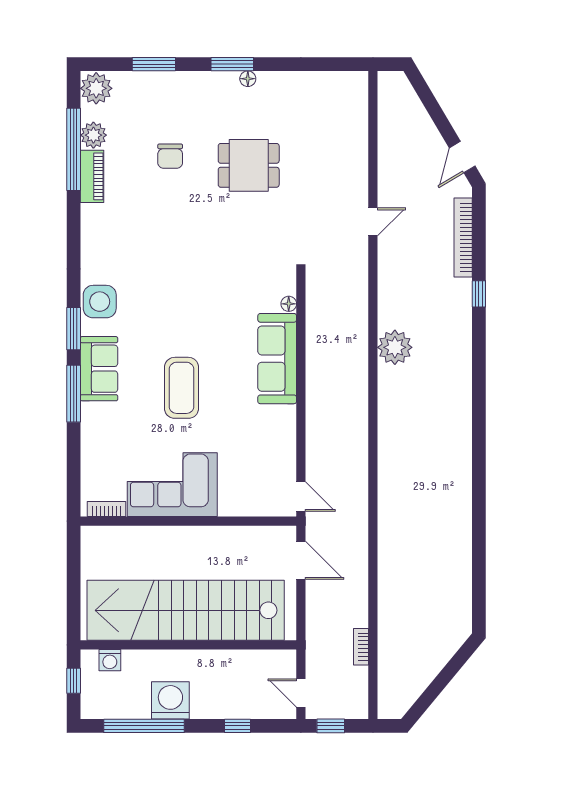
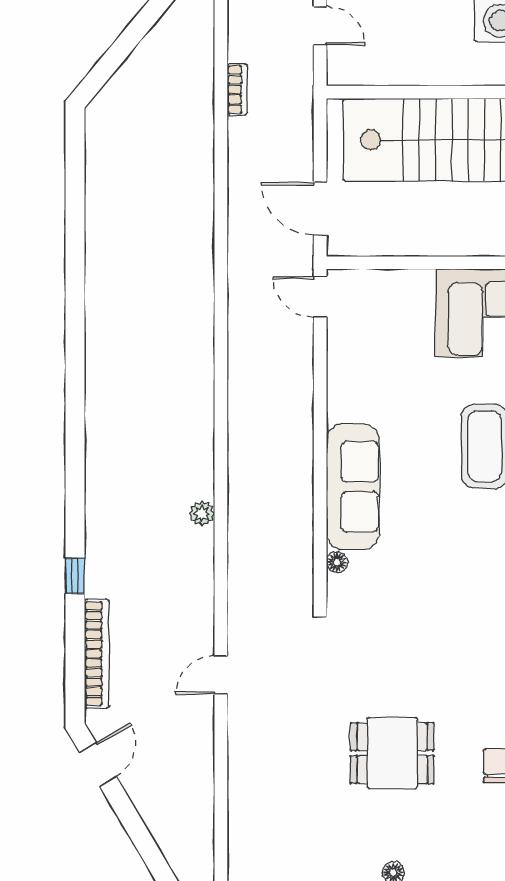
plant: (395, 347) -> (202, 513), width x0.53, depth x0.53

